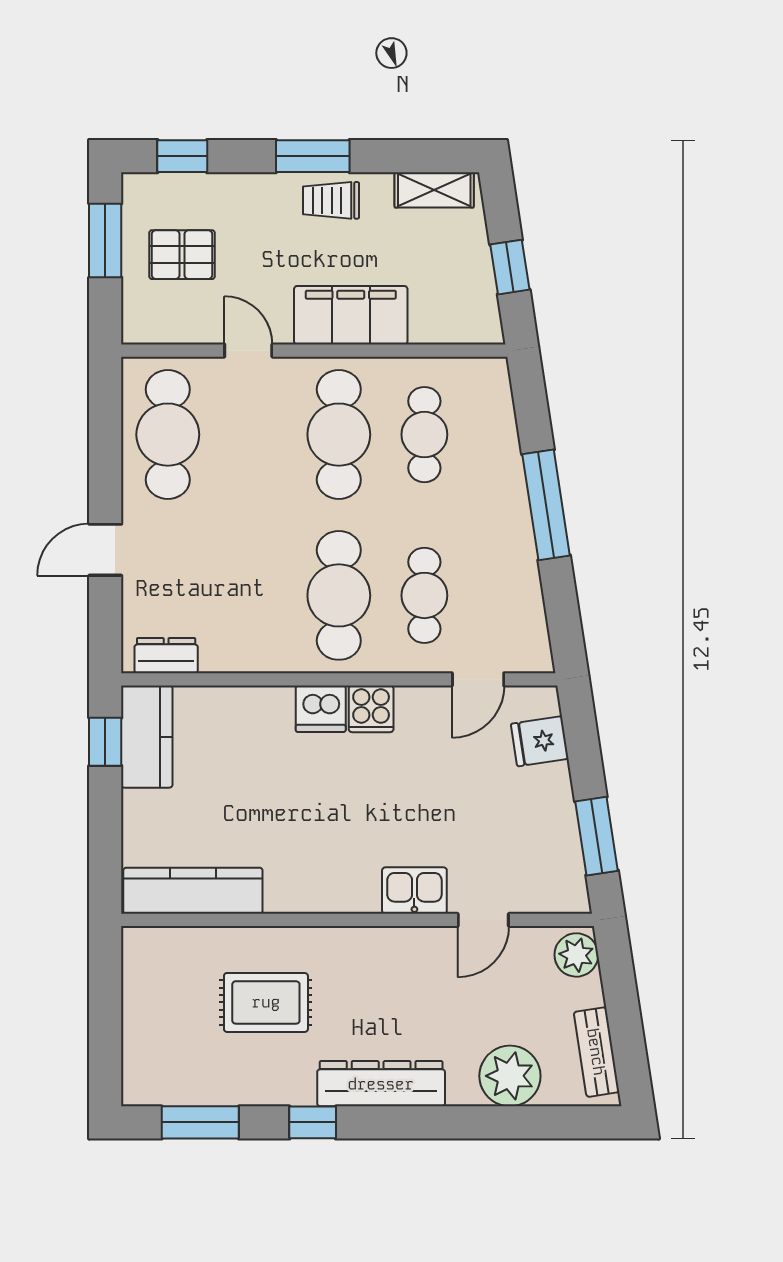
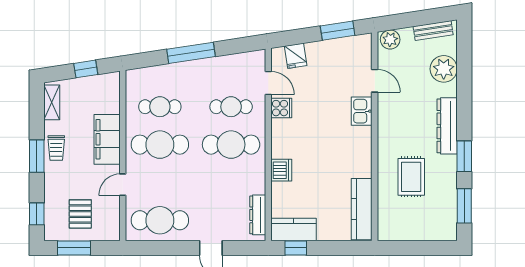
dresser: (166, 656) -> (258, 215), width x1.44
dishwasher: (321, 709) -> (281, 170), moved
cooker: (371, 709) -> (281, 108), moved
window: (313, 1122) -> (464, 156), width x1.50

